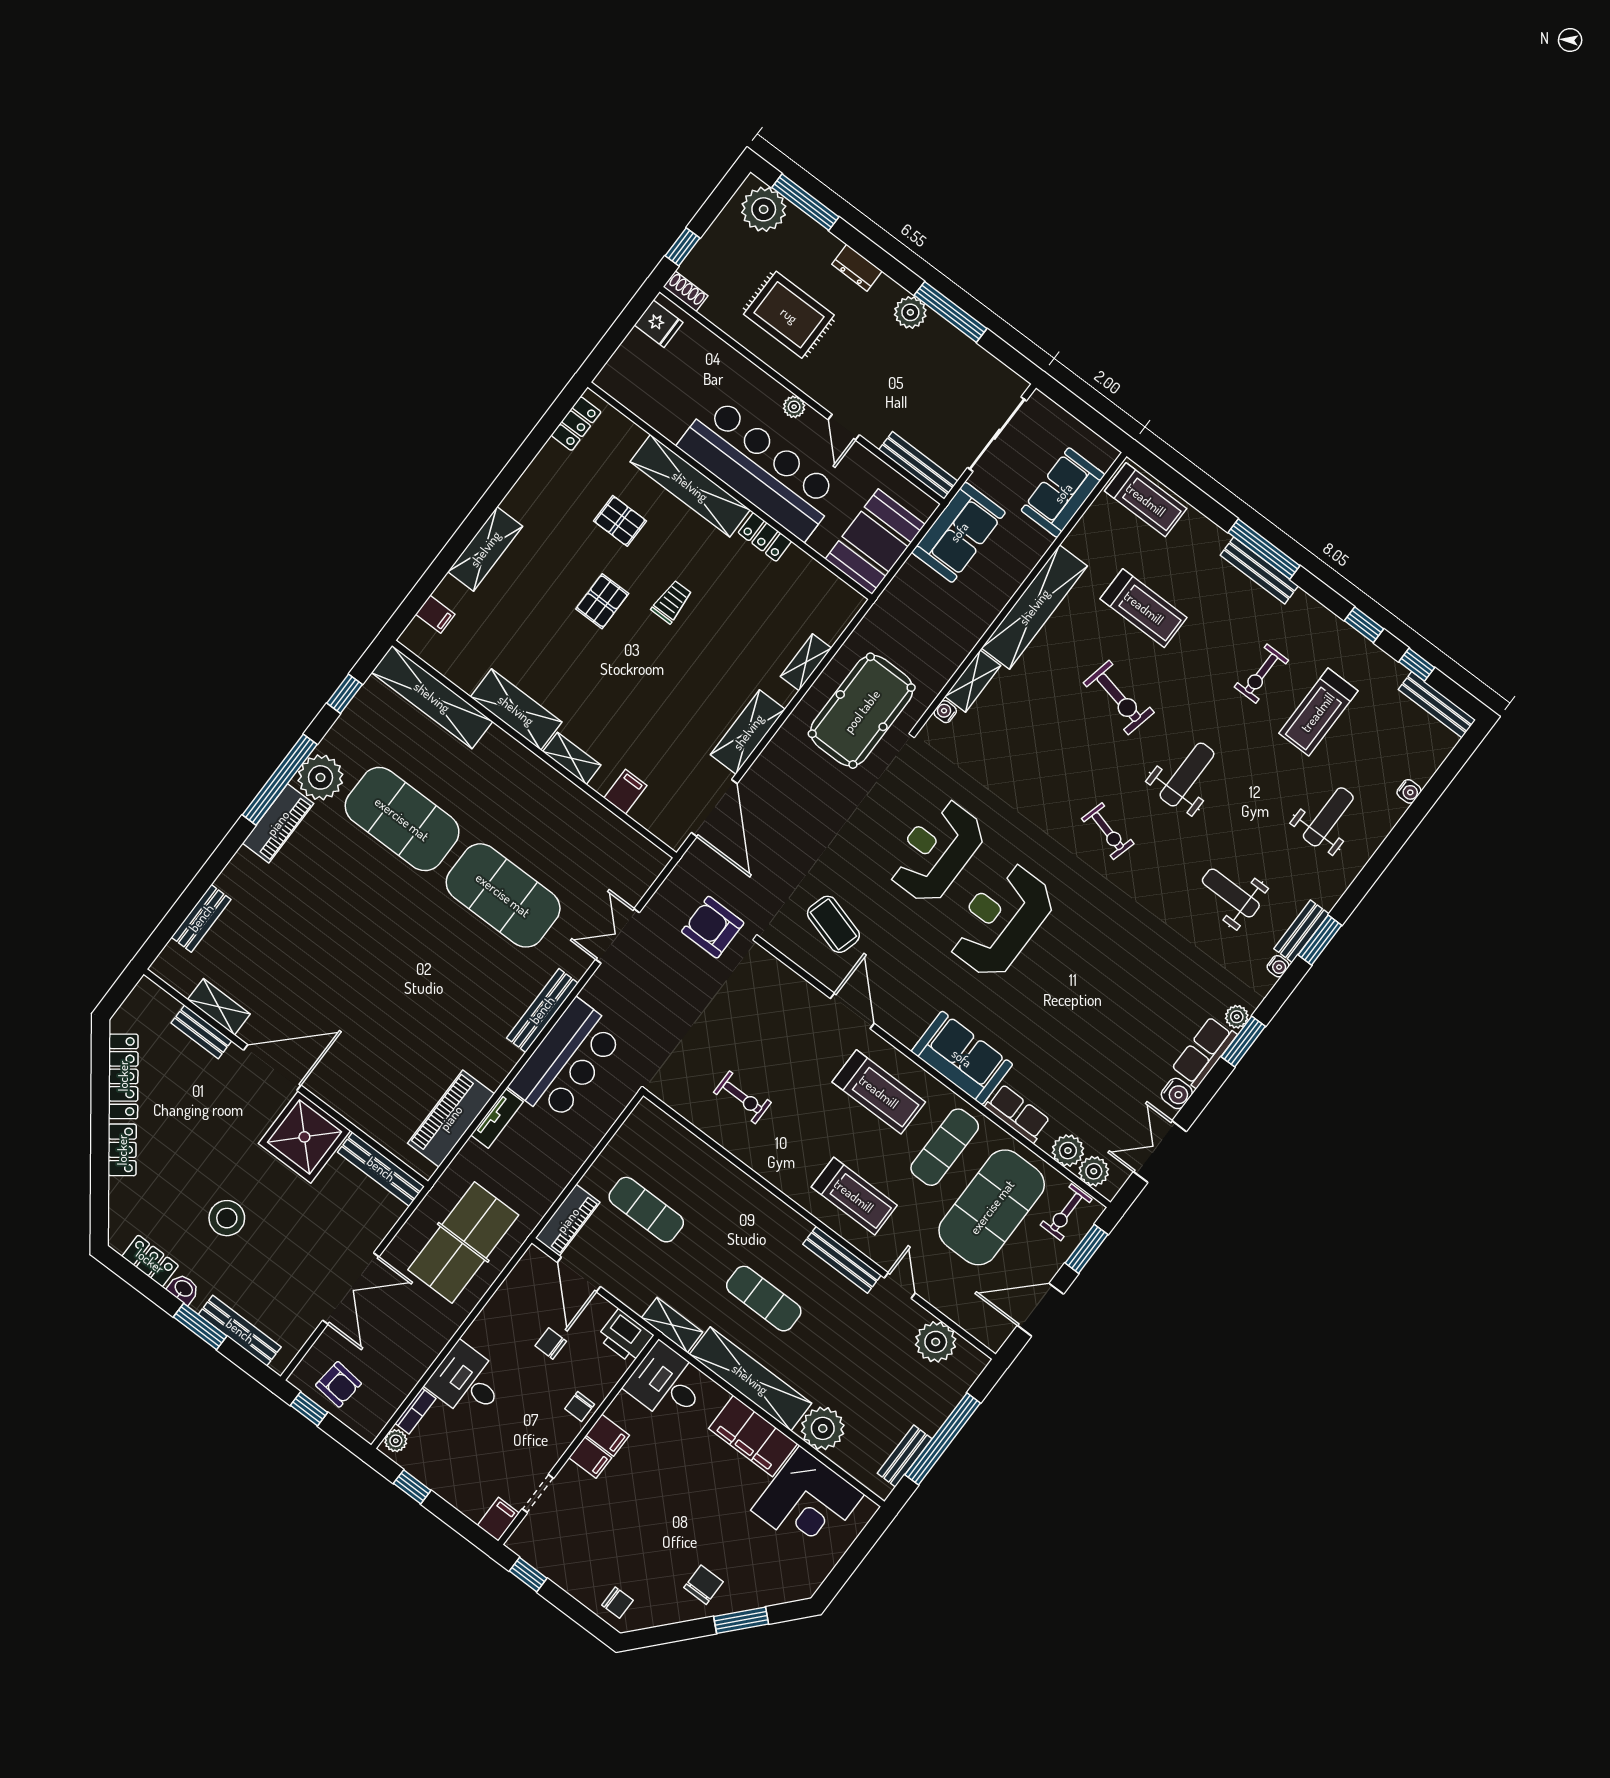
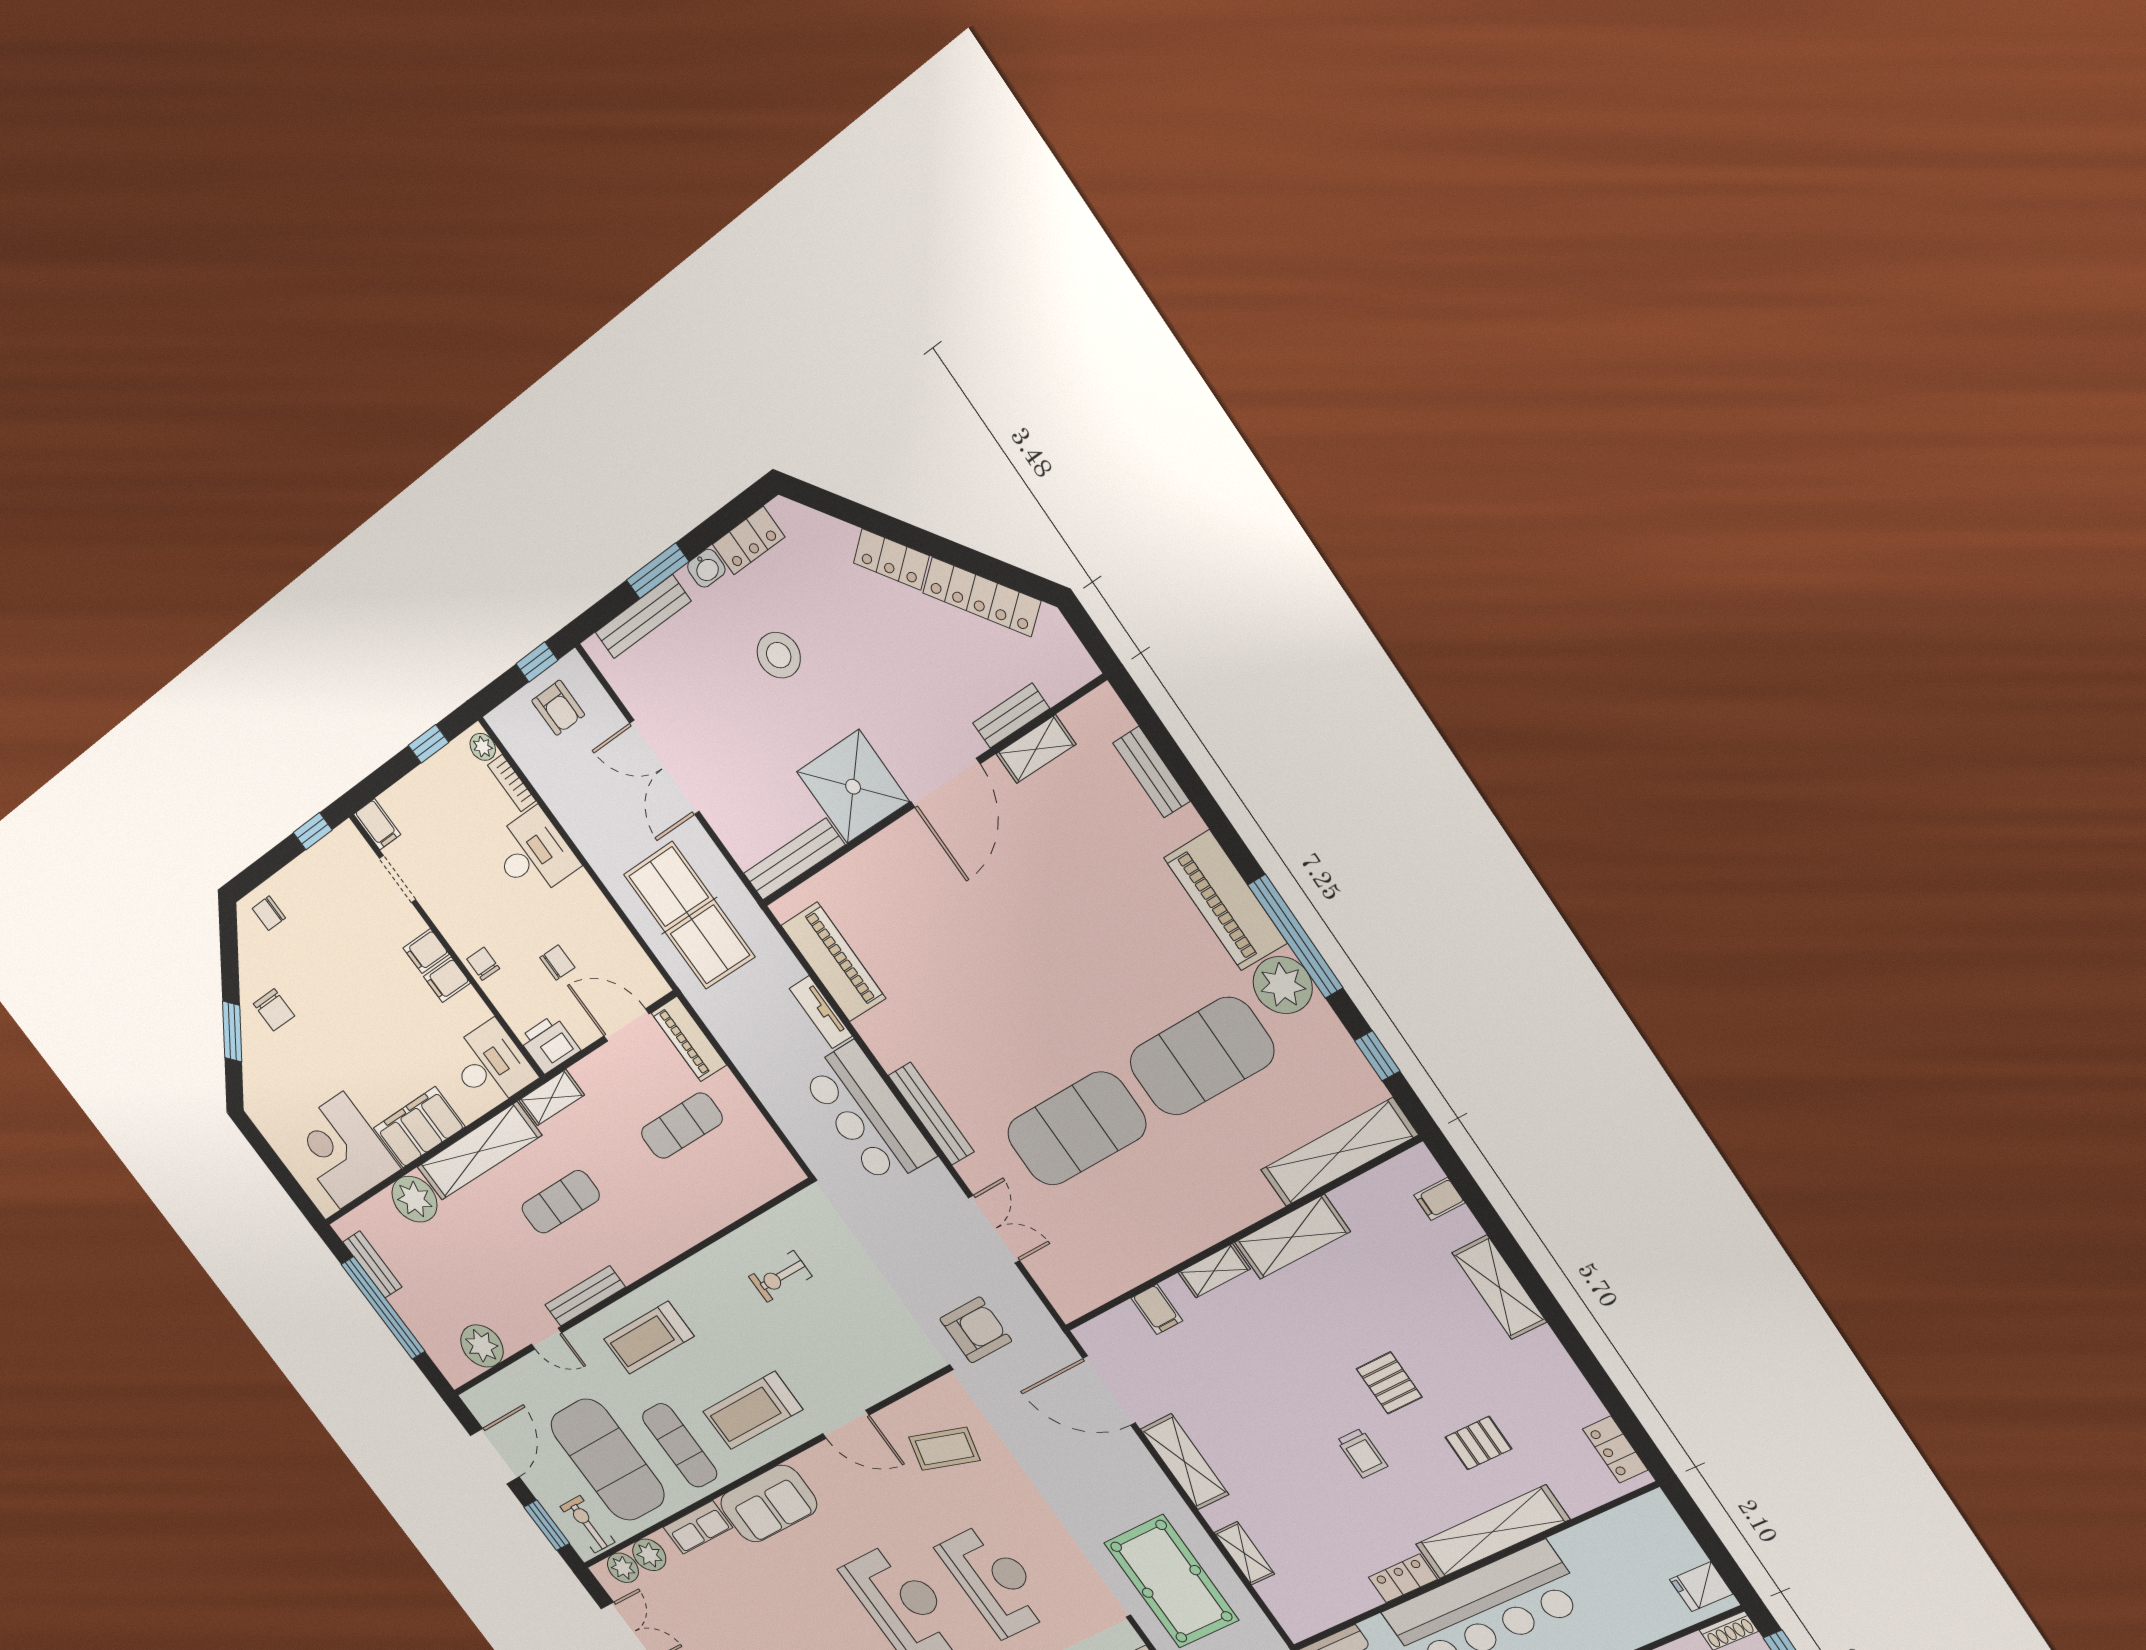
piano: (278, 823) -> (1225, 900), width x1.37, depth x1.33
armchair: (339, 1384) -> (558, 708), turned -96

